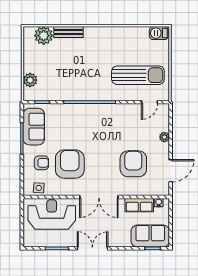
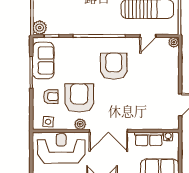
plant: (30, 80) -> (40, 28), moved
door: (150, 102) -> (148, 36), moved
plant: (164, 137) -> (174, 42), moved
armchair: (133, 164) -> (114, 66), moved
plant: (71, 190) -> (80, 124), added

